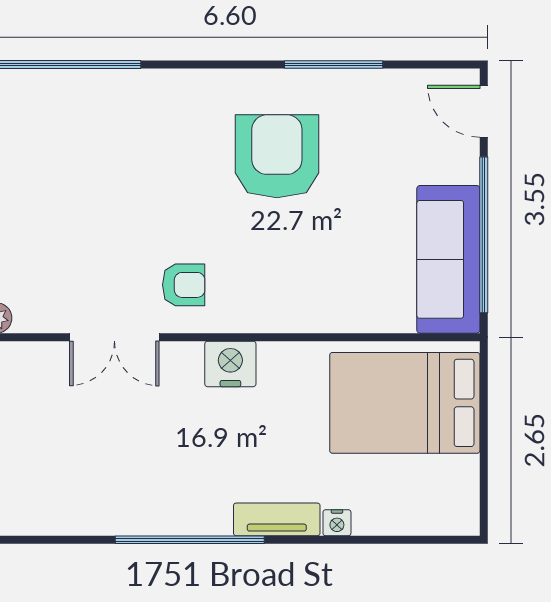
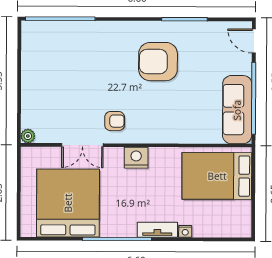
armchair: (277, 156) -> (158, 62), turned -90
bed: (84, 462) -> (68, 203), added

